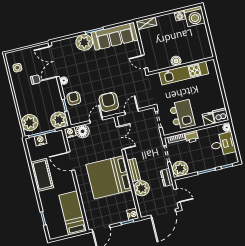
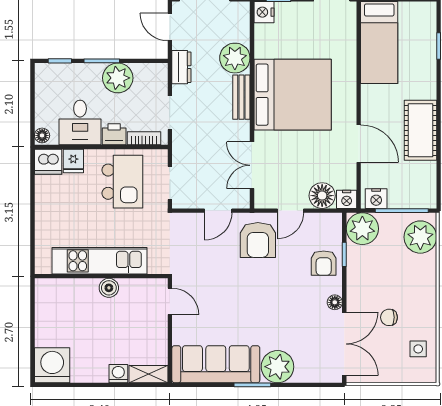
washing machine: (180, 16) -> (118, 374), moved
kitchen island: (182, 114) -> (122, 182), turned 180
nightstand: (40, 140) -> (376, 199), moved
desk: (223, 144) -> (80, 122), moved, turned -90
plant: (180, 169) -> (118, 78), moved

